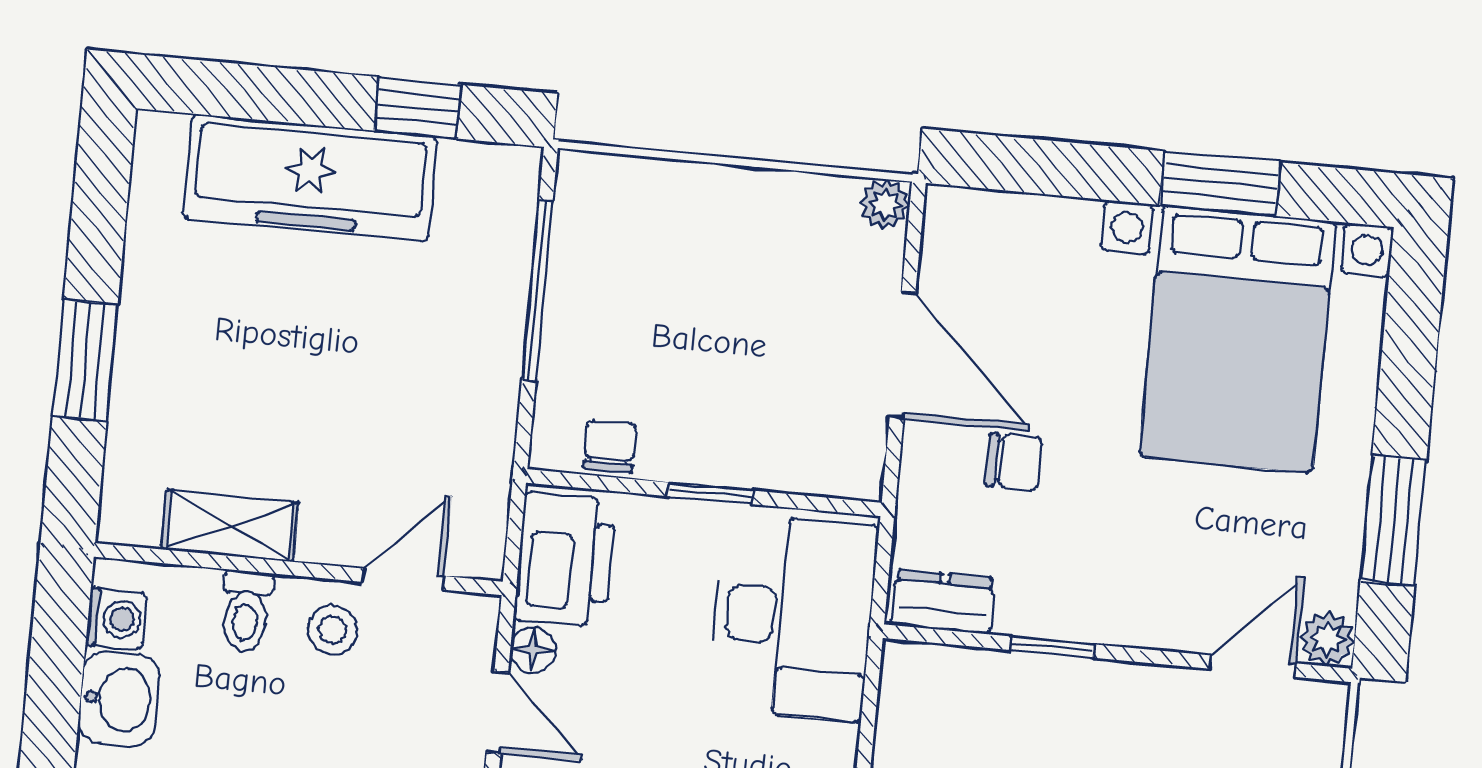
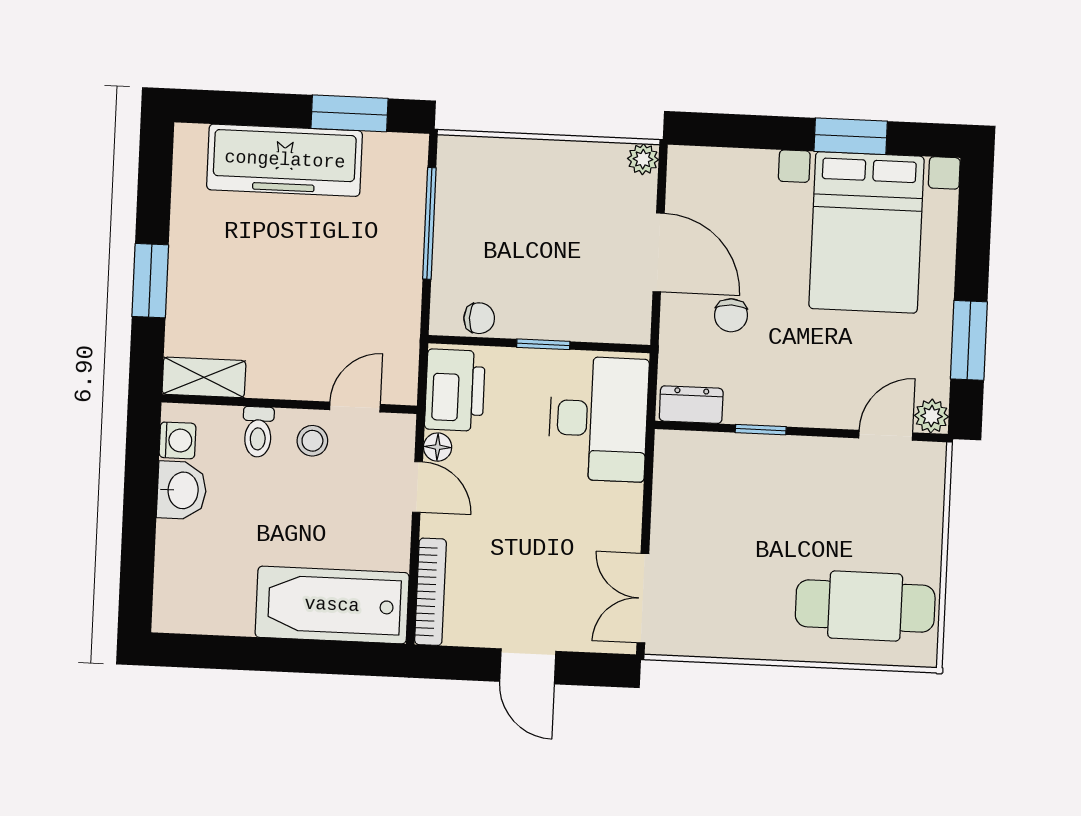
window: (418, 108) -> (349, 113), width x1.50
chair: (610, 446) -> (479, 318), turned 90
chair: (1014, 462) -> (731, 315), turned 90
shelving: (230, 526) -> (204, 377), moved

